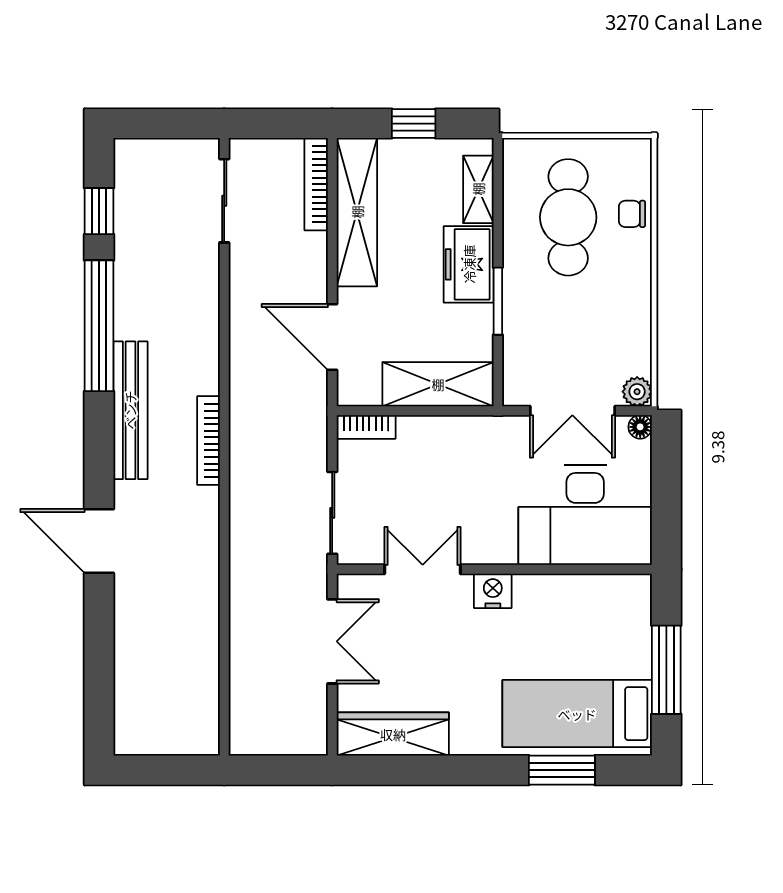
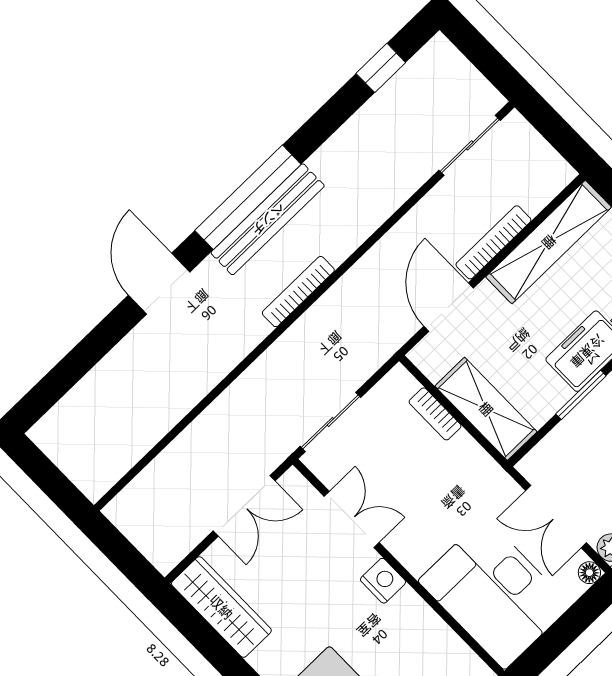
bookcase: (316, 184) -> (493, 242), moved
window: (99, 326) -> (248, 197), moved
bookcase: (366, 427) -> (435, 414), moved

